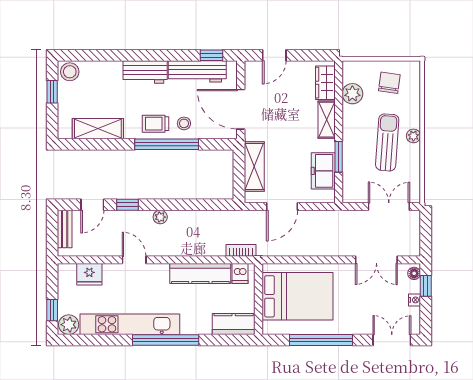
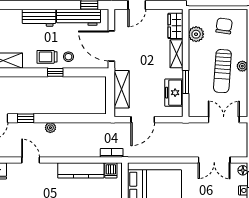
sun lounger: (387, 142) -> (222, 71), turned 180
window: (167, 144) -> (55, 72), width x0.32

